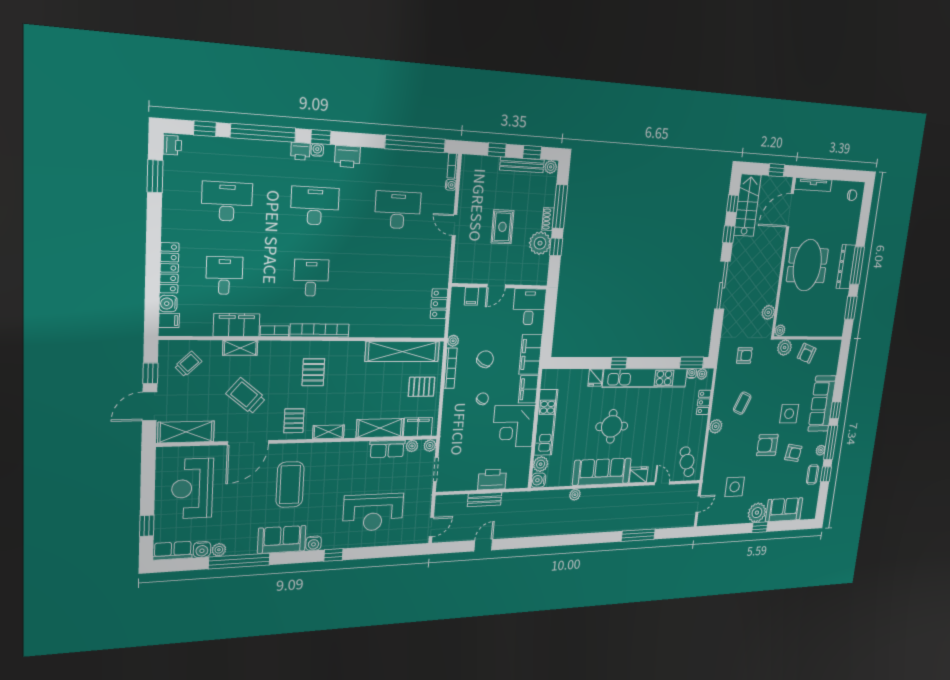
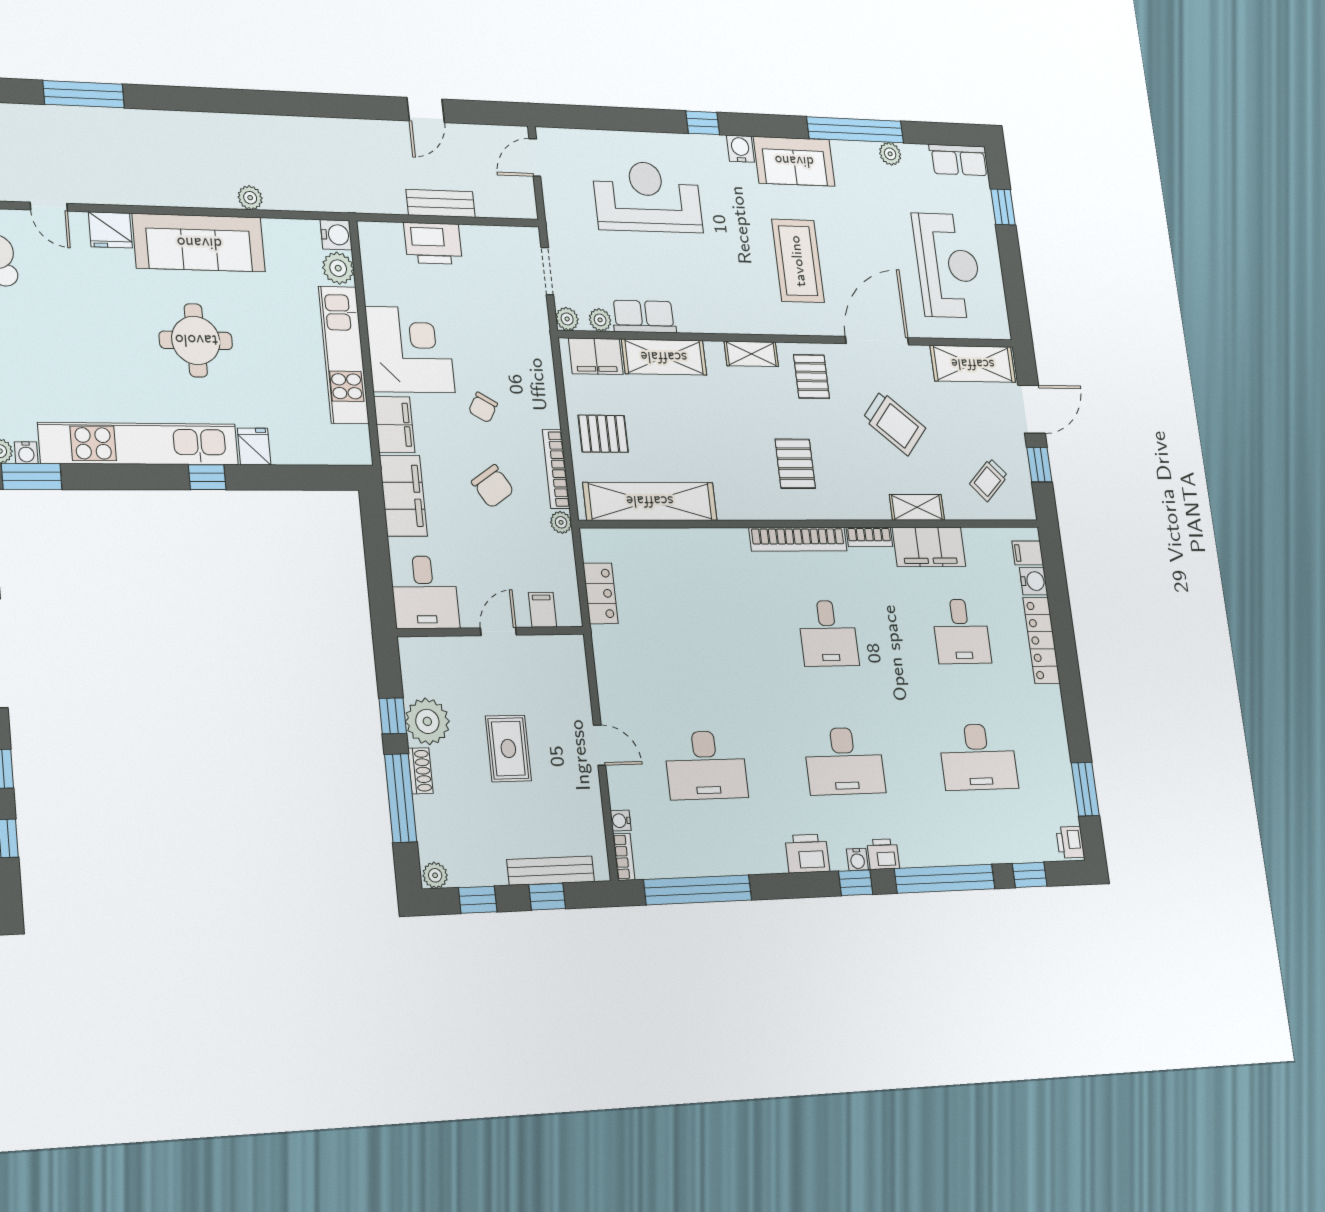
bench: (522, 165) -> (551, 871), moved
chair: (485, 359) -> (493, 486), turned -63
water cooler: (202, 550) -> (916, 157), removed

